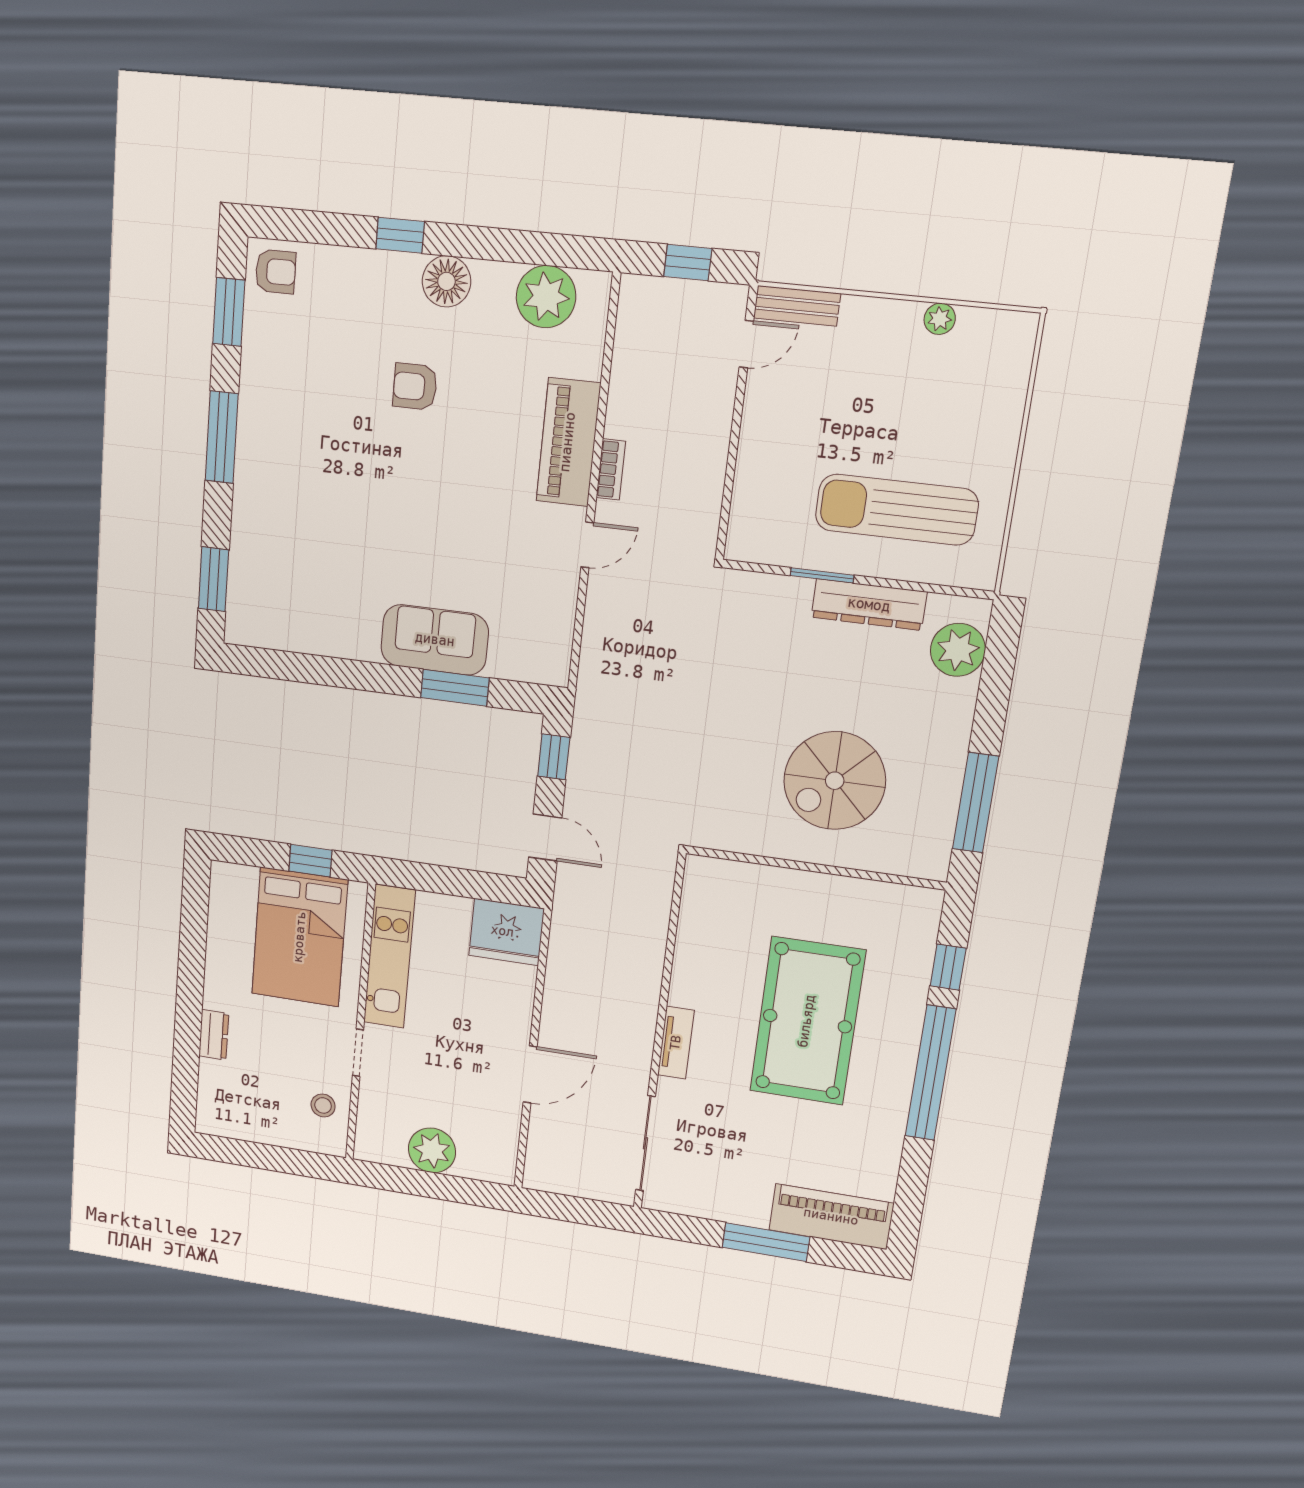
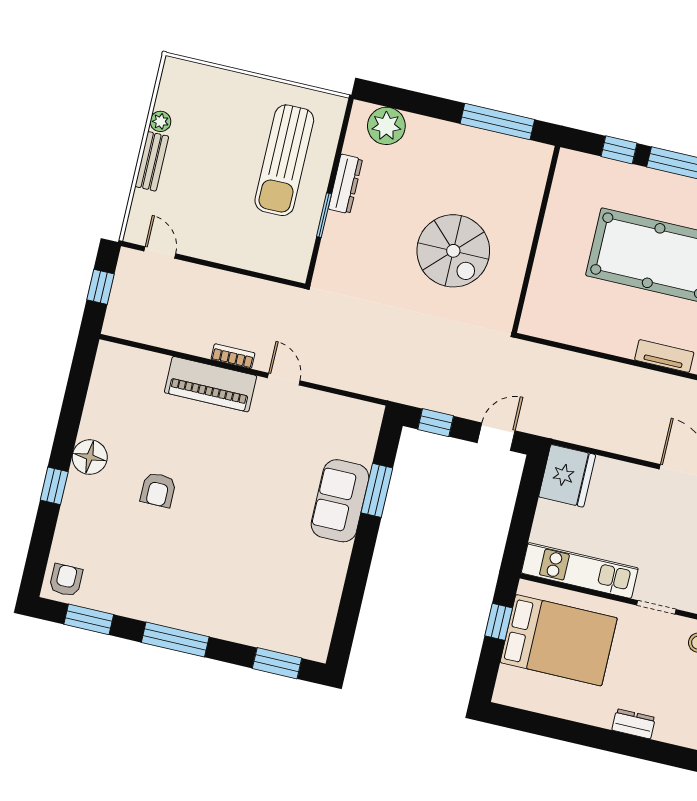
plant: (546, 297) -> (110, 388), removed
bench: (797, 306) -> (152, 161), moved
dresser: (869, 605) -> (345, 184), width x0.73, depth x0.80
spiral stairs: (835, 781) -> (453, 251), moved

